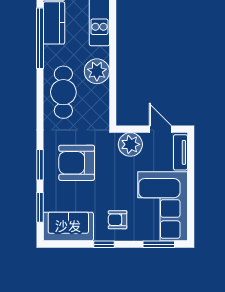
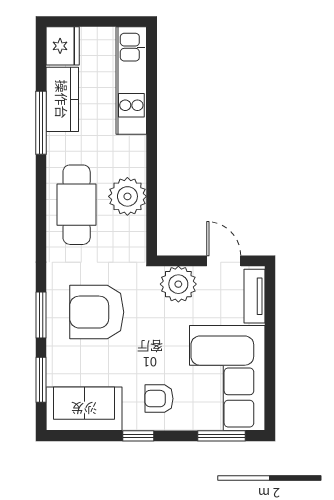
window: (40, 38) -> (41, 123), width x0.68
plant: (97, 71) -> (127, 196), moved

